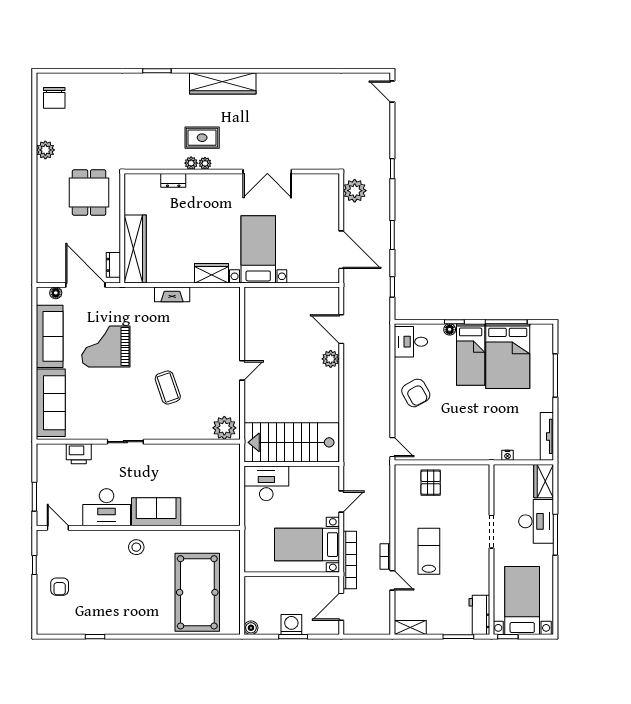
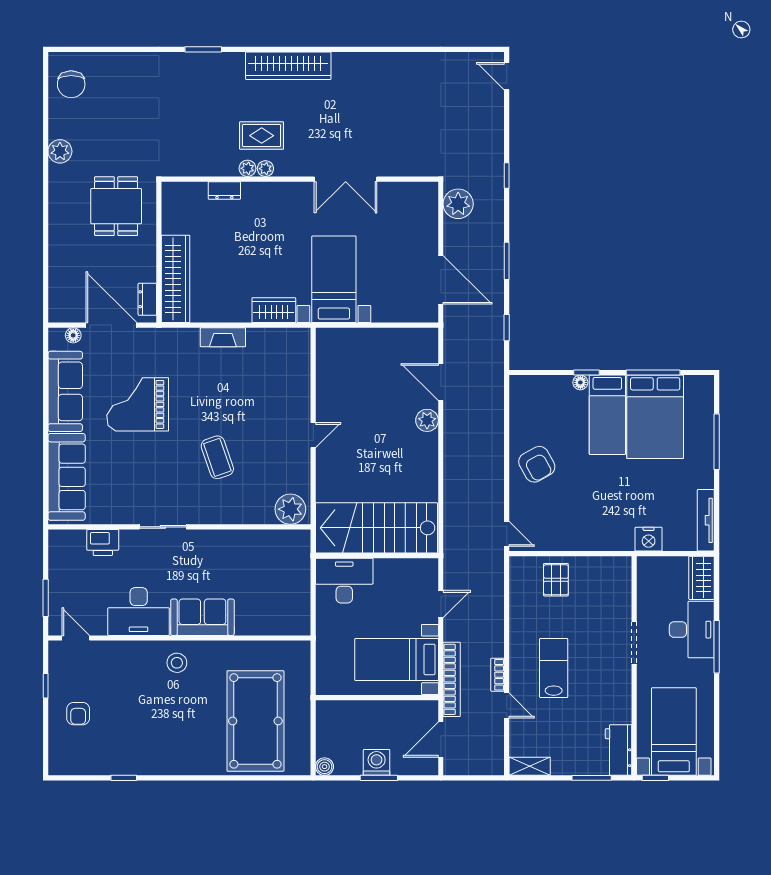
desk: (411, 342) -> (530, 398), removed
nightstand: (508, 455) -> (649, 539), width x1.89, depth x1.79

